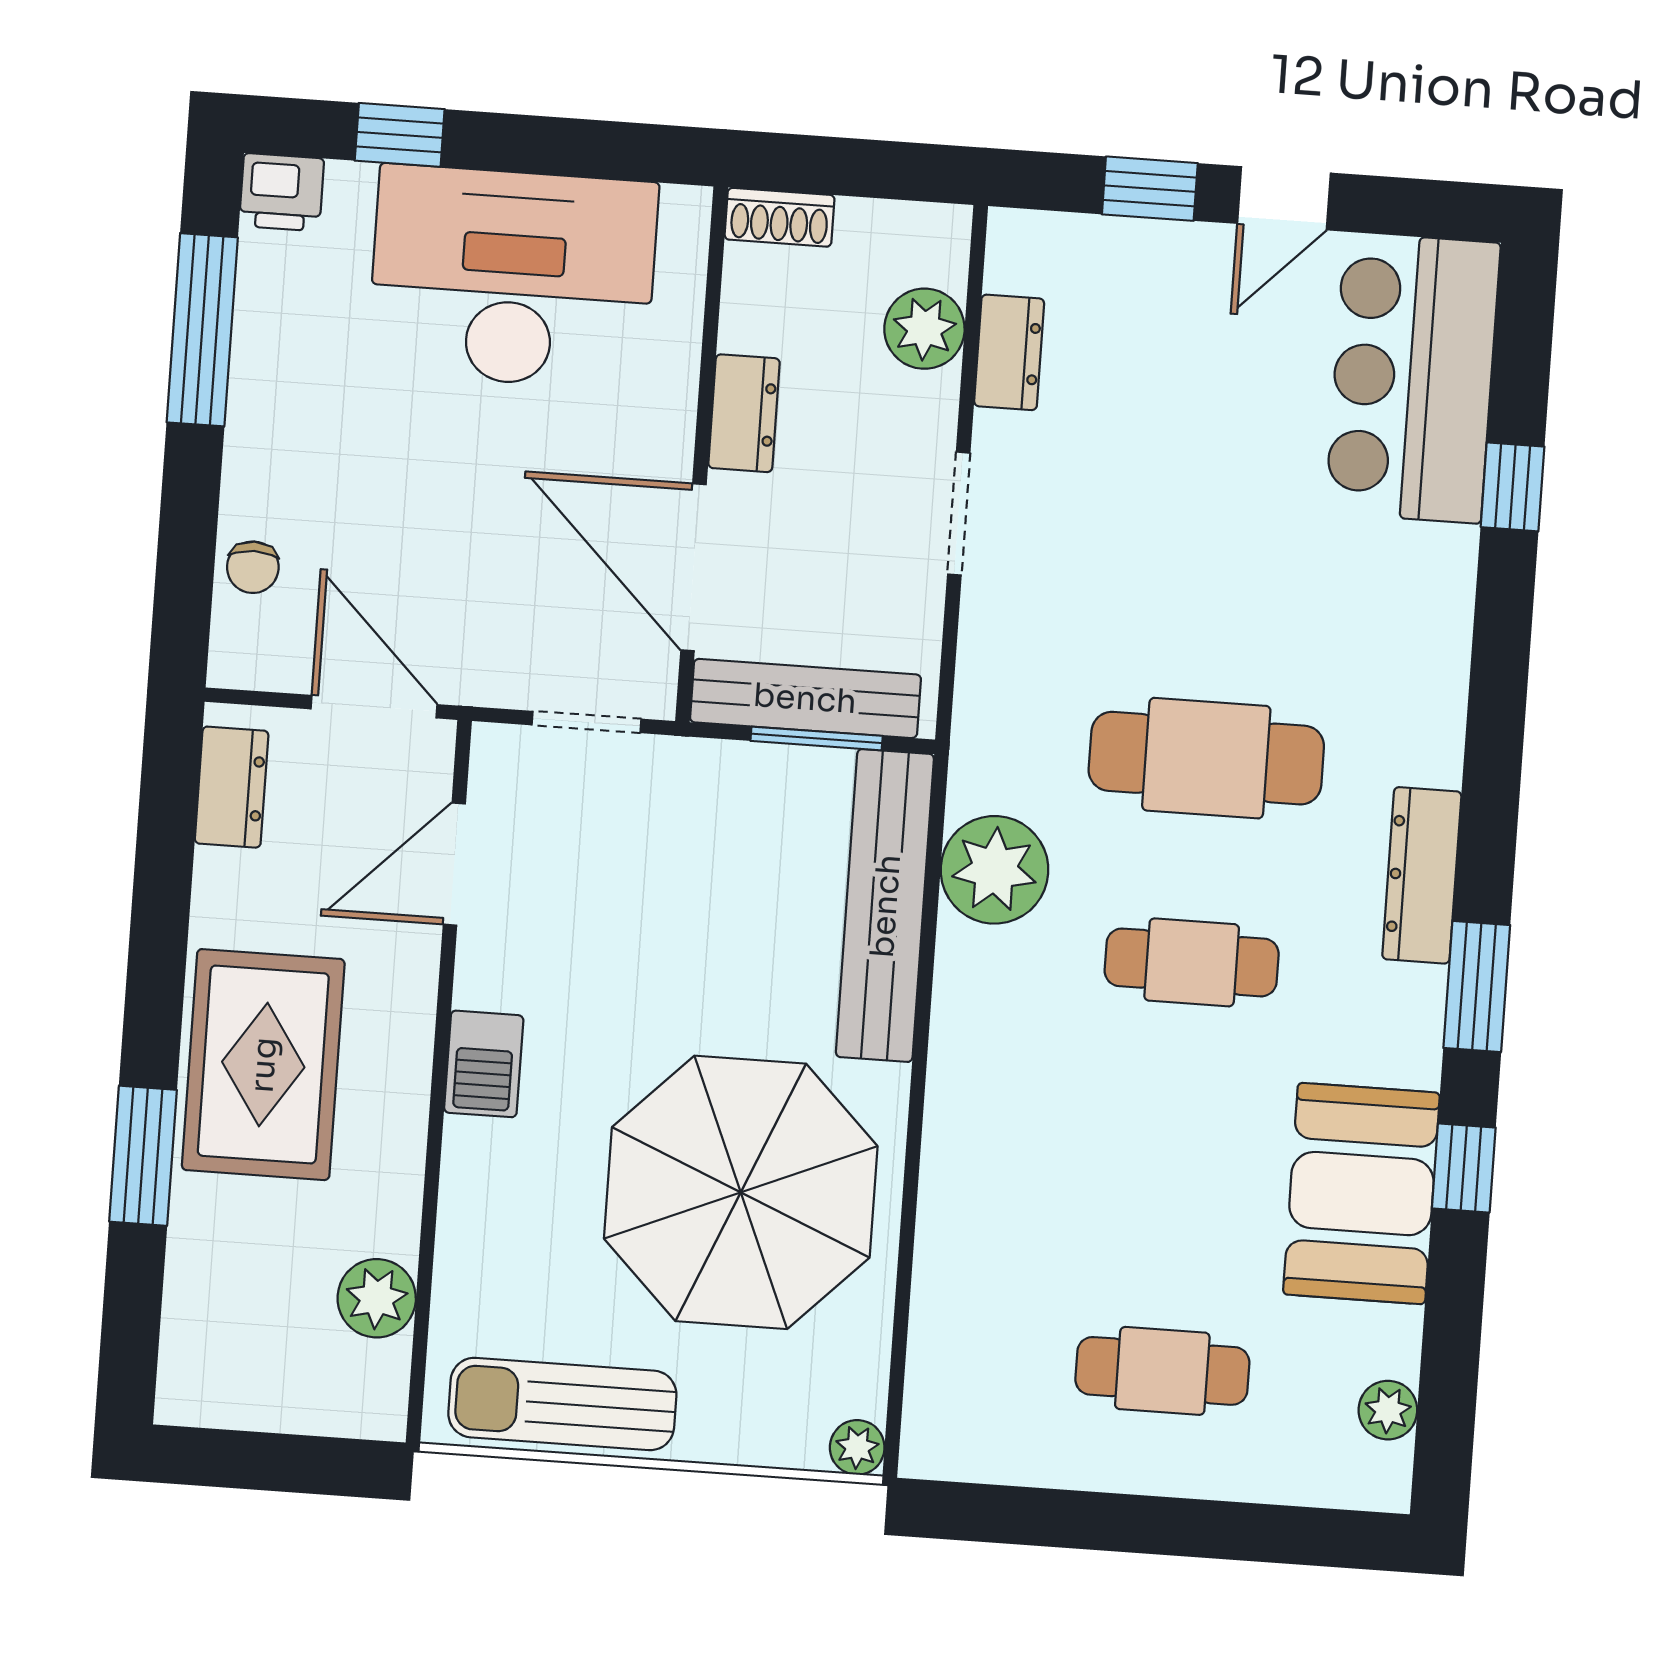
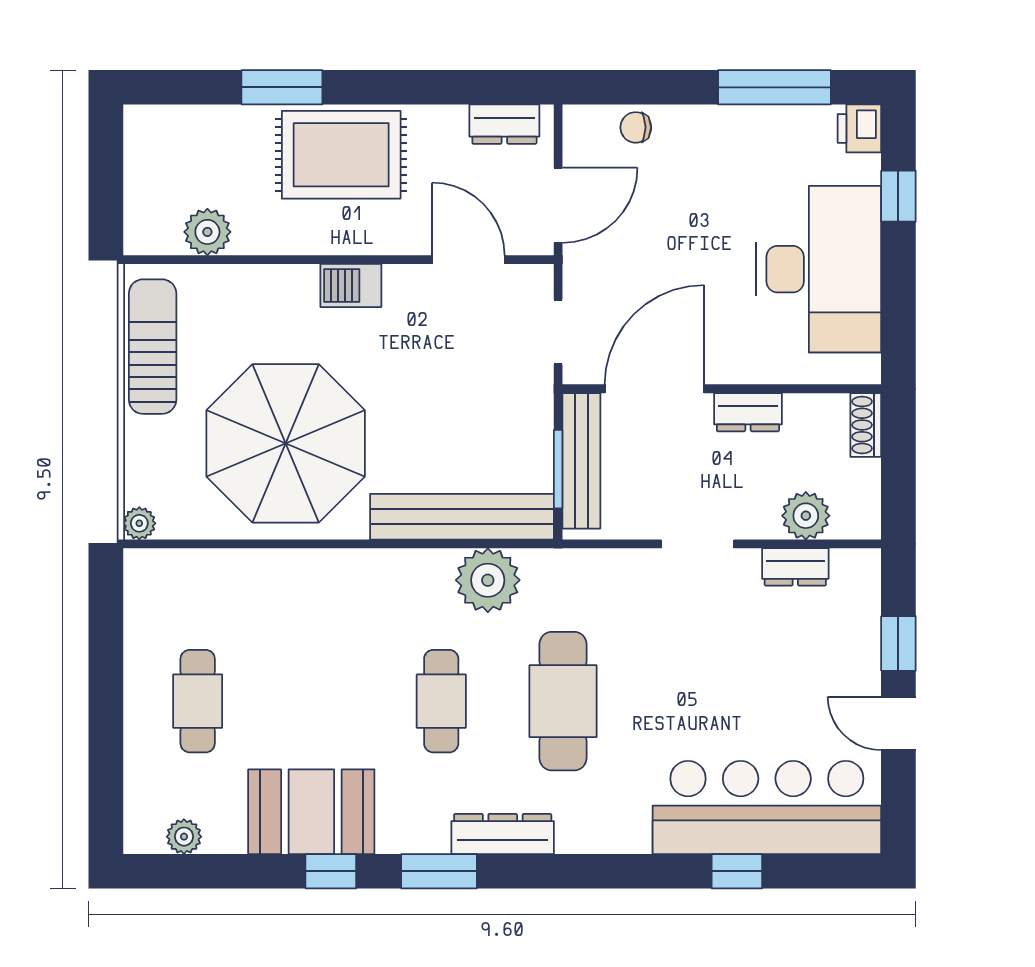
bar counter: (1413, 378) -> (767, 807), width x1.36

